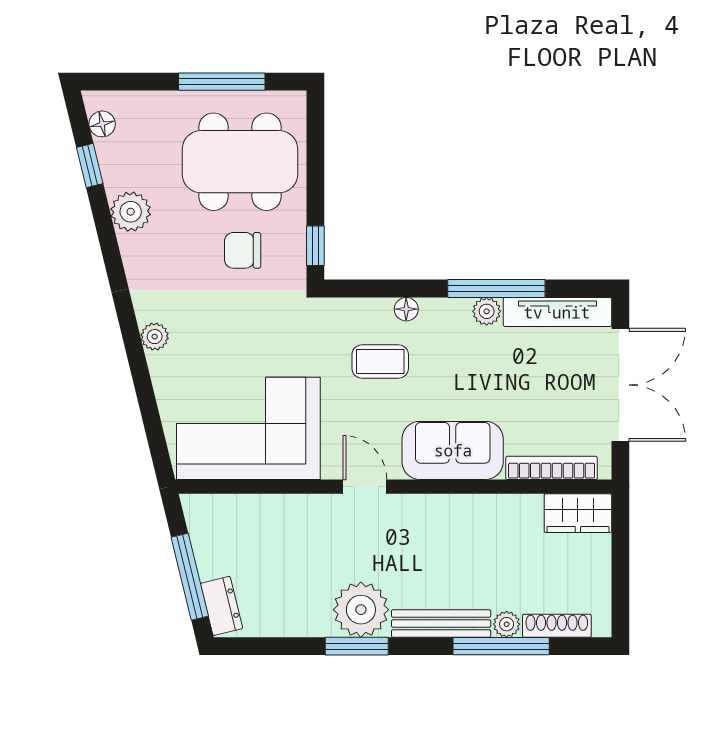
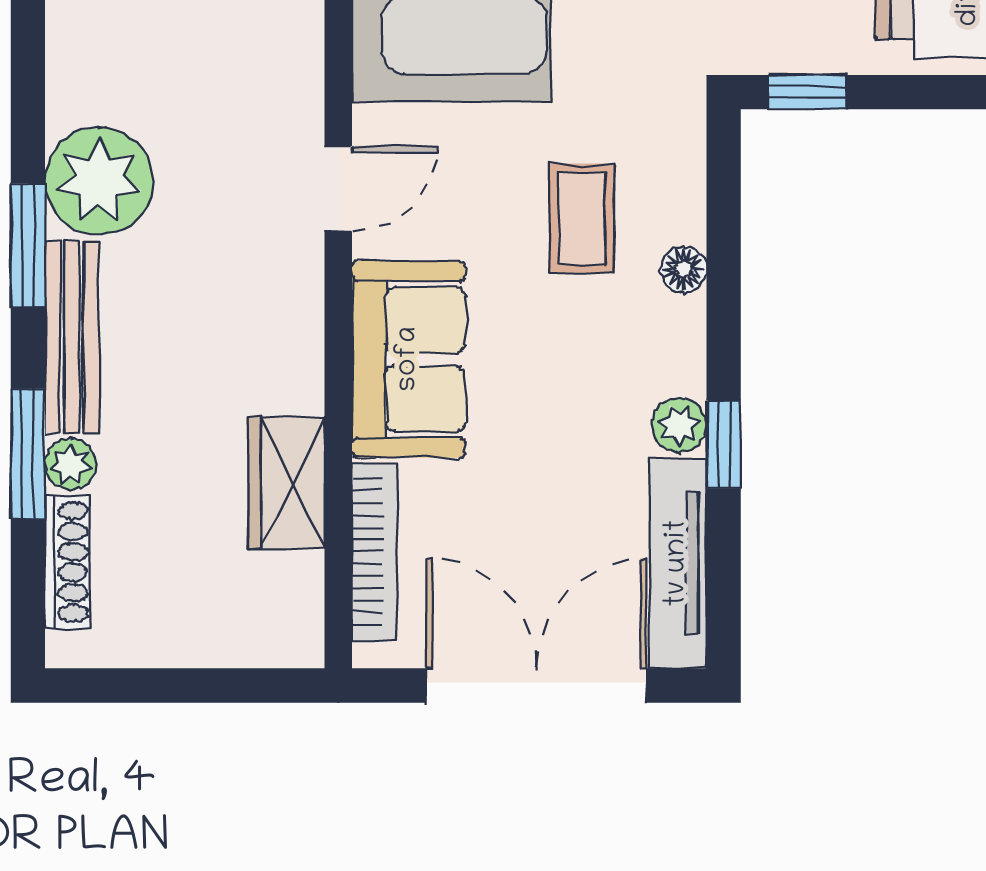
window: (496, 289) -> (724, 444), width x0.46
double door: (620, 385) -> (536, 686), swing flipped
wardrobe: (578, 513) -> (287, 483), moved
window: (357, 646) -> (28, 245), moved
window: (501, 646) -> (28, 454), width x0.69

